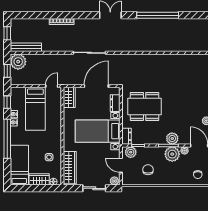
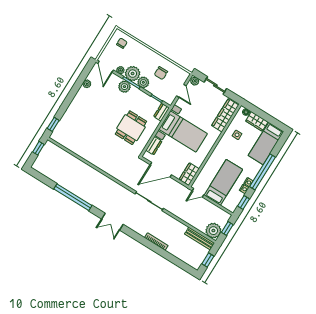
dining table: (145, 106) -> (131, 128), width x0.73
plant: (131, 152) -> (143, 82), moved

